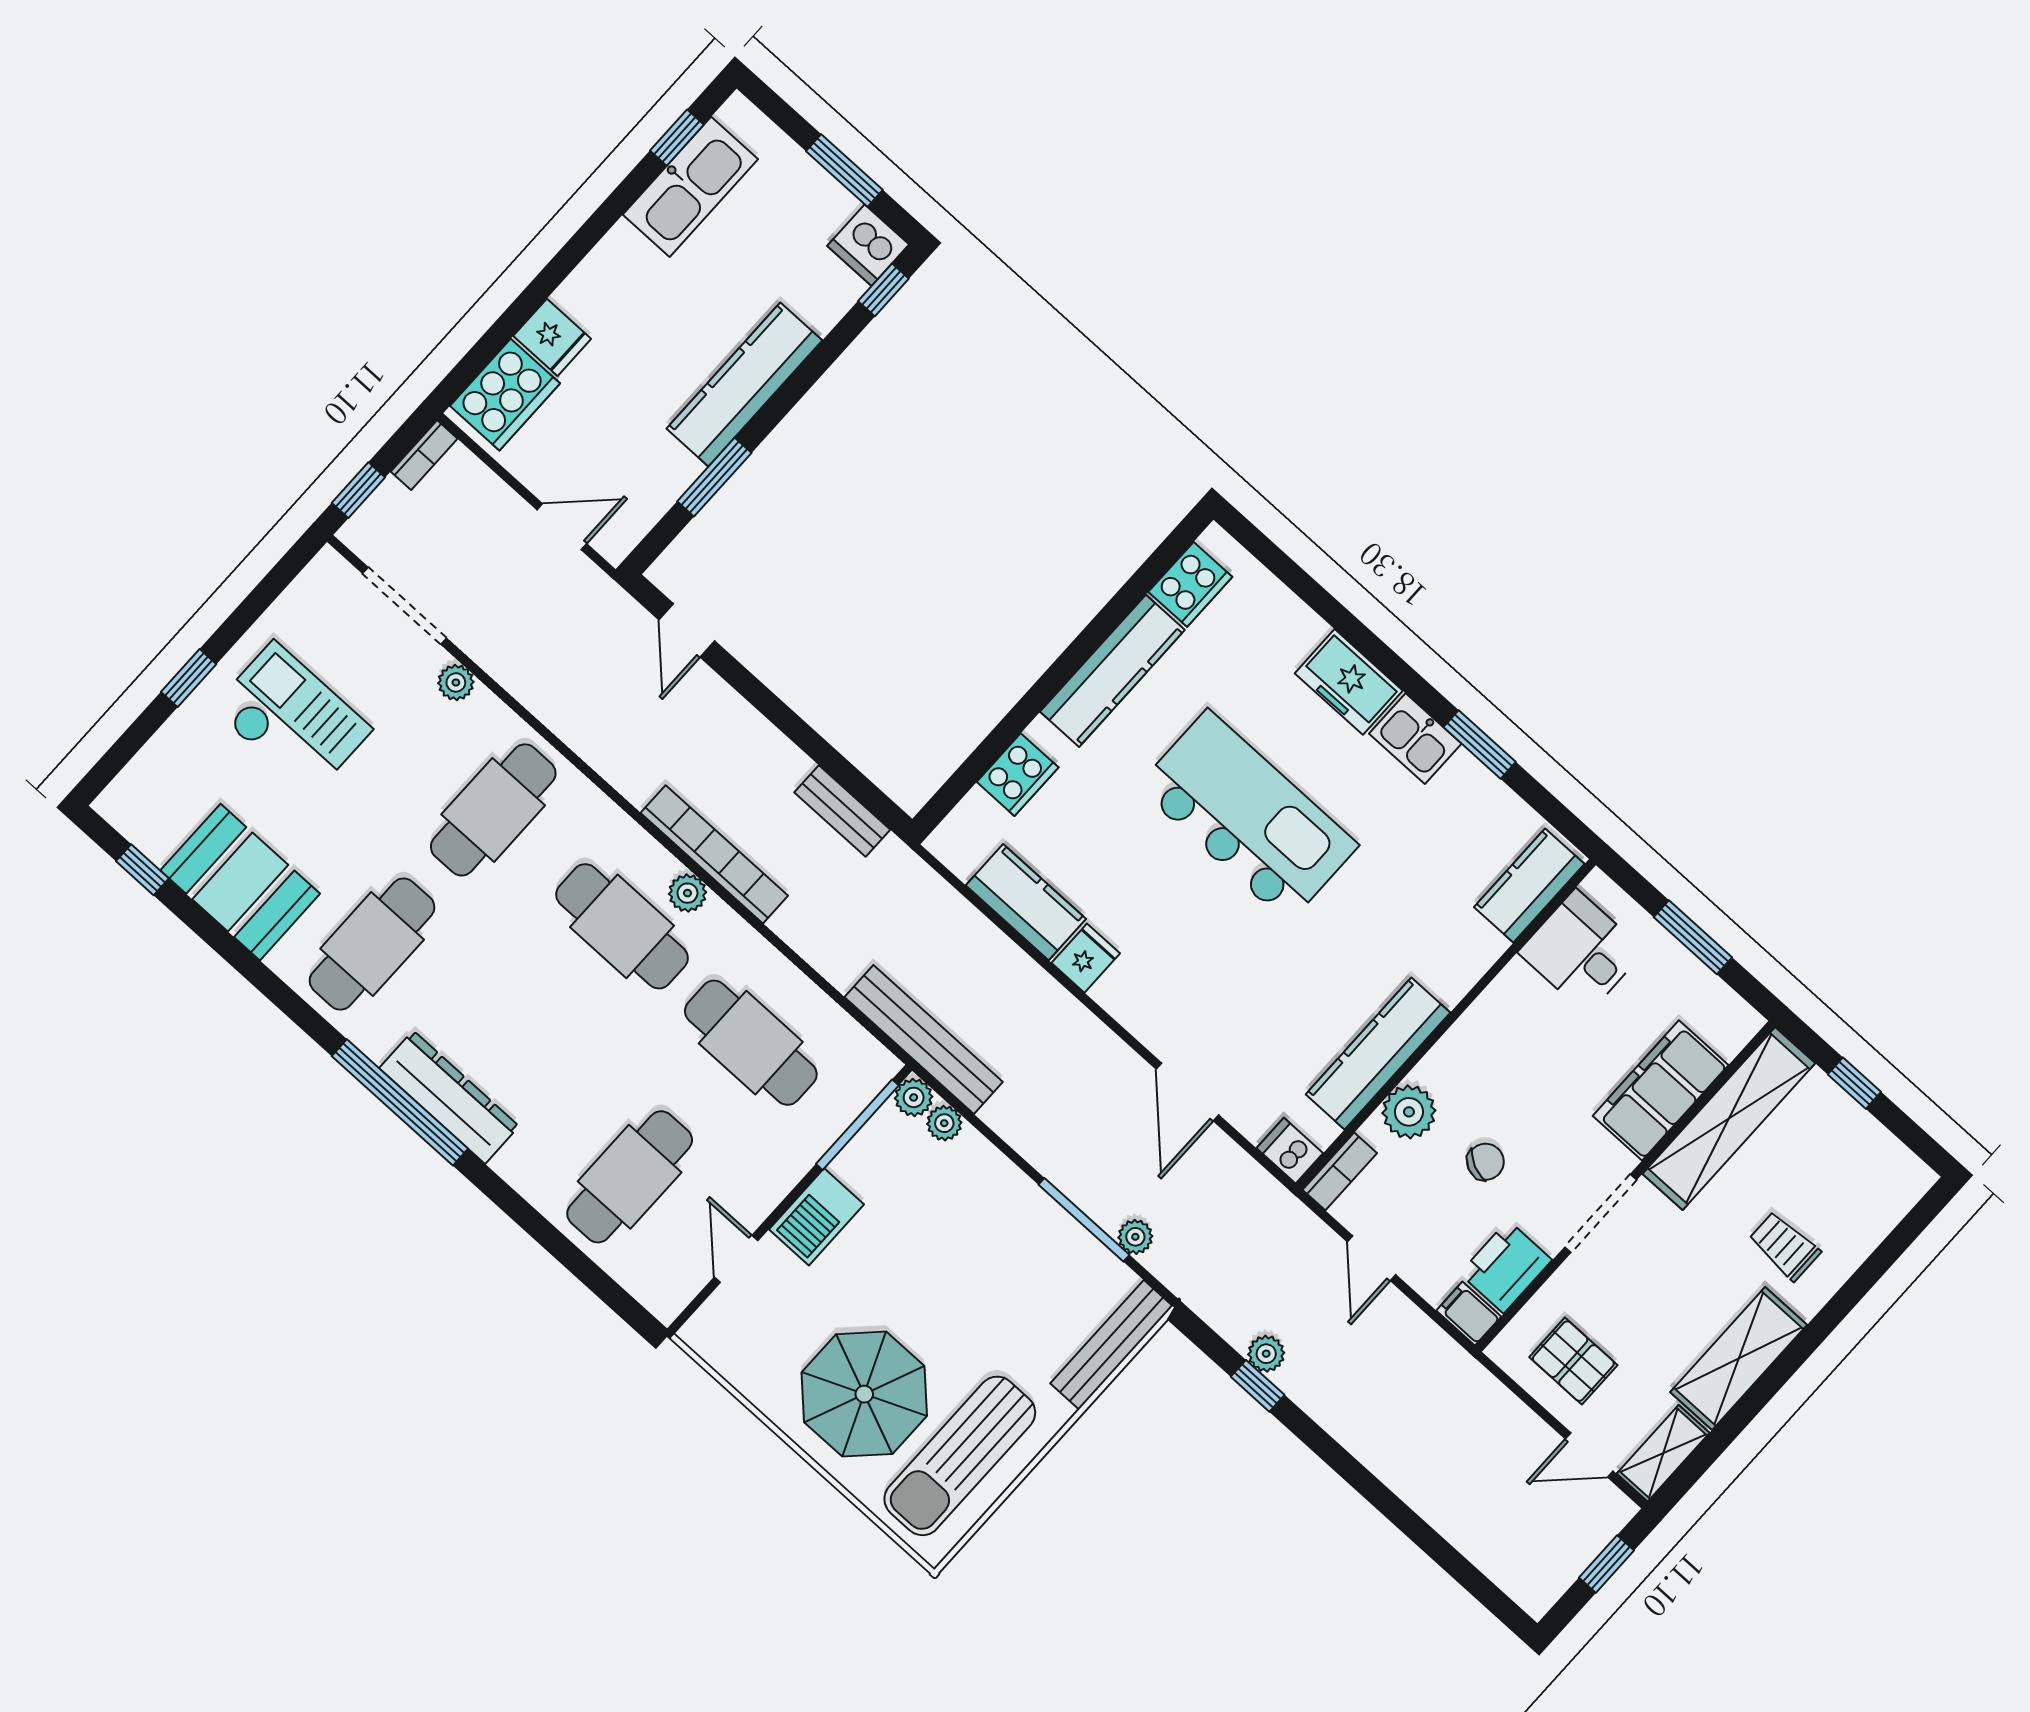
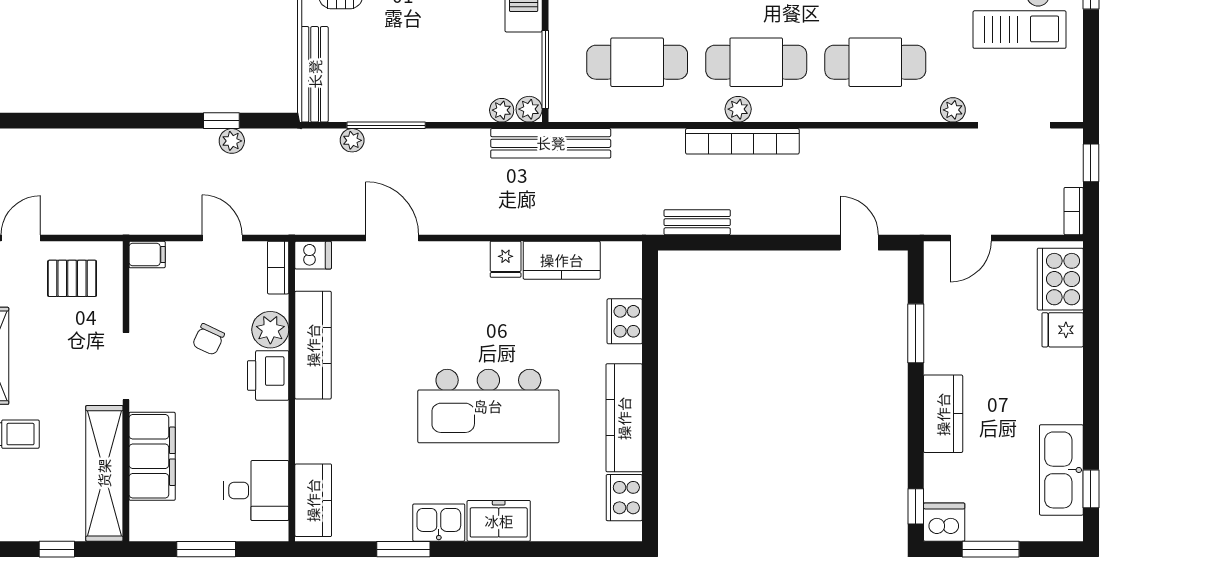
kitchen counter: (744, 384) -> (943, 414), width x0.67
cafe table: (493, 810) -> (875, 62), turned 90
printer: (1506, 1267) -> (268, 375), moved, turned 180

